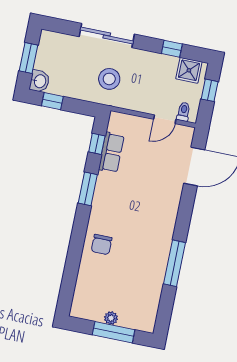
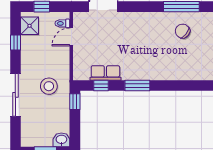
window: (52, 101) -> (75, 102), moved
door: (165, 119) -> (71, 37), swing flipped
chair: (102, 245) -> (183, 31), moved, turned -142

